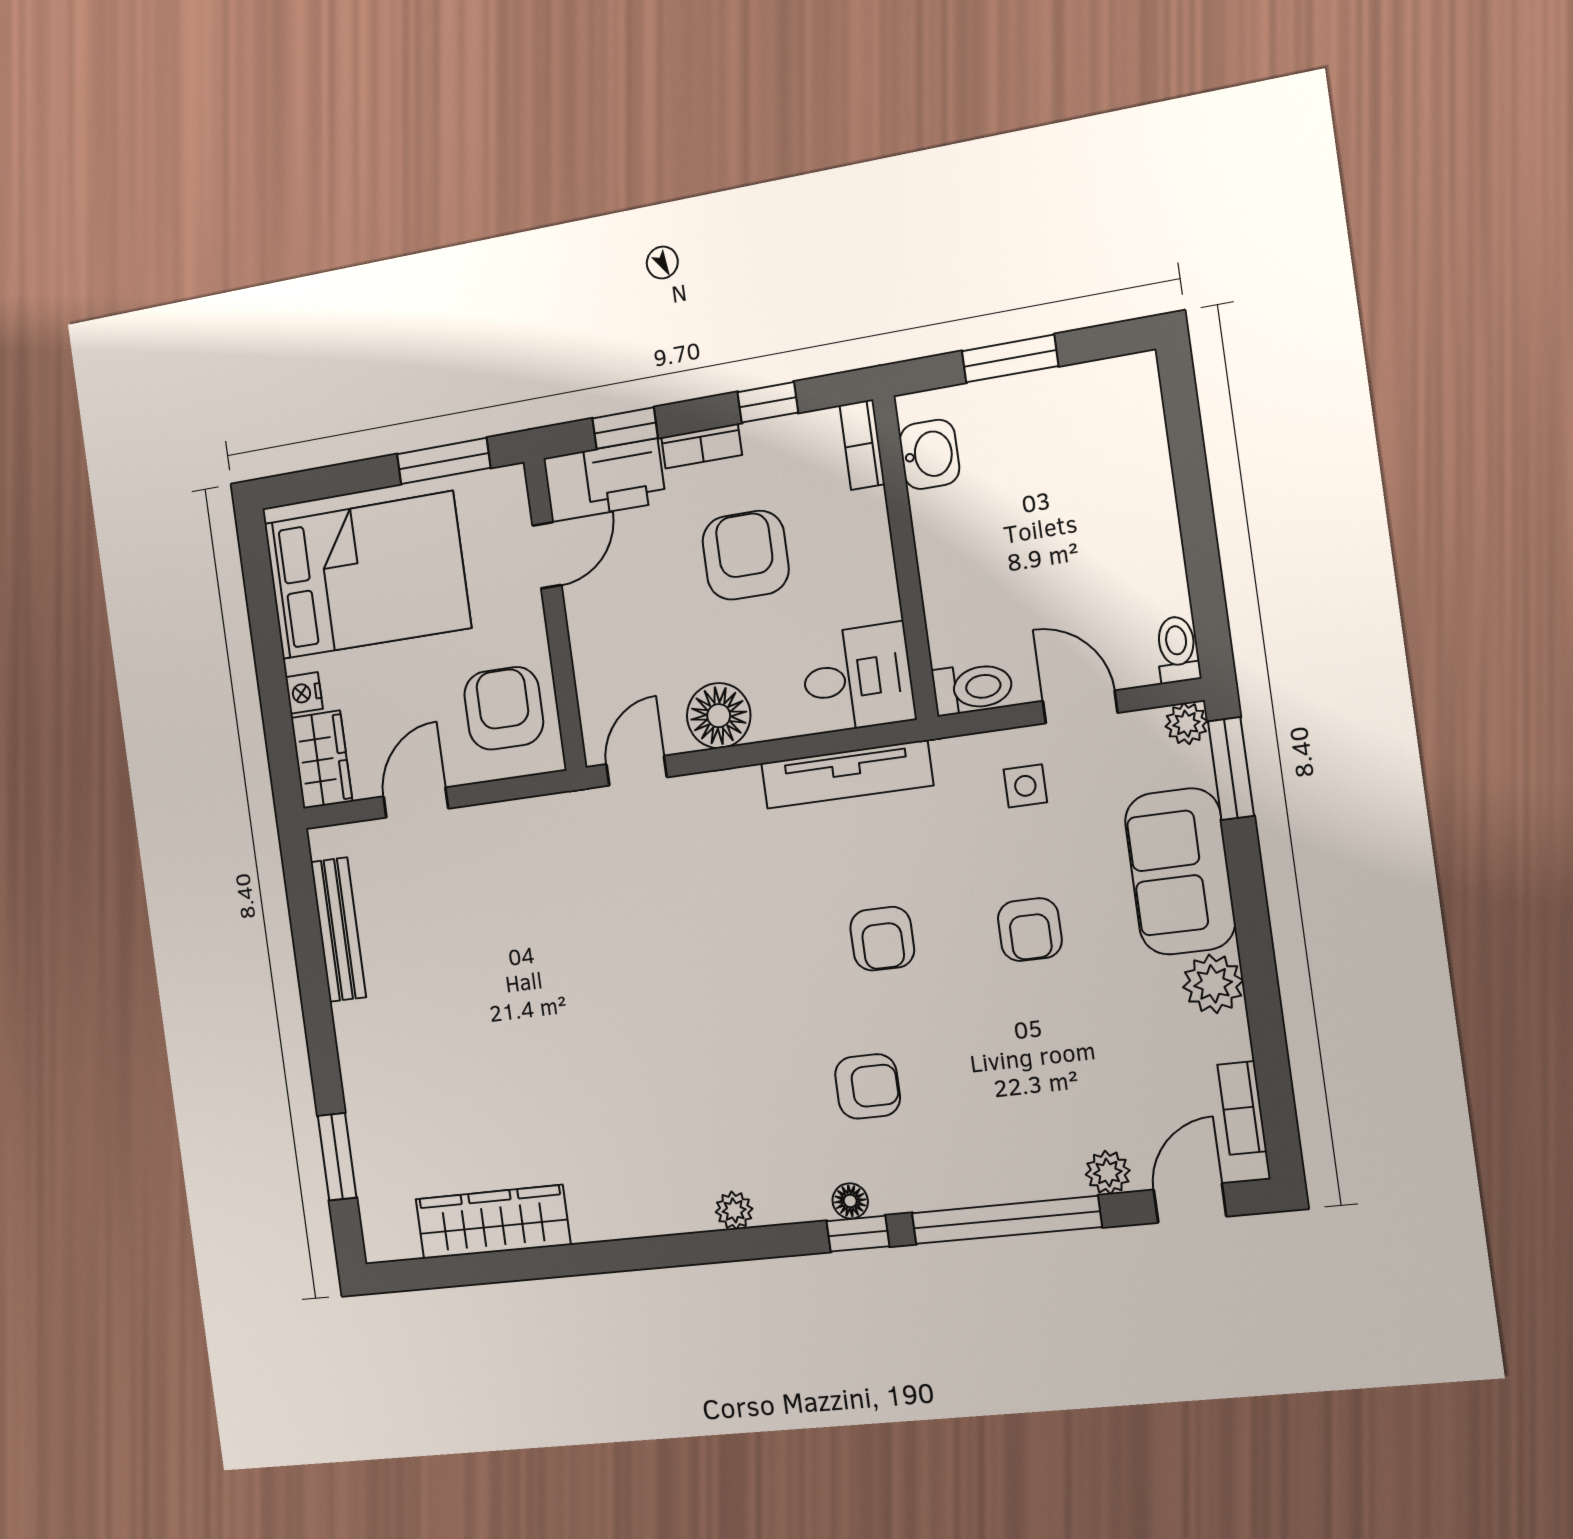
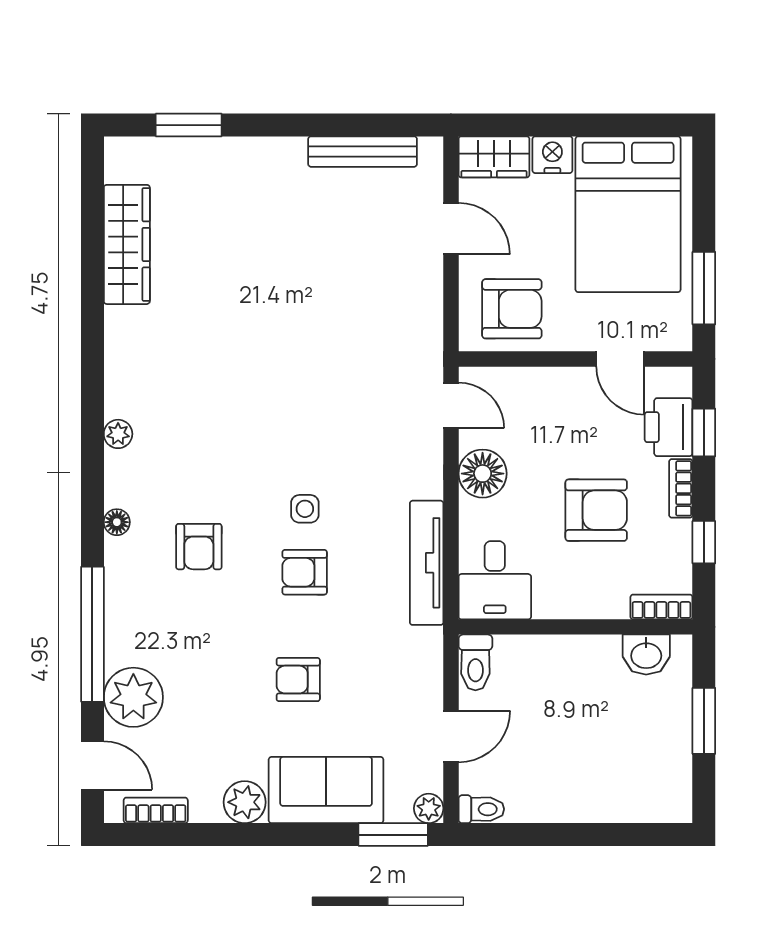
nightstand: (304, 693) -> (552, 155), width x1.39, depth x1.35
side table: (1025, 786) -> (305, 509), moved
plant: (1108, 1172) -> (133, 697), width x1.88, depth x1.88
window: (858, 1234) -> (92, 525), removed

